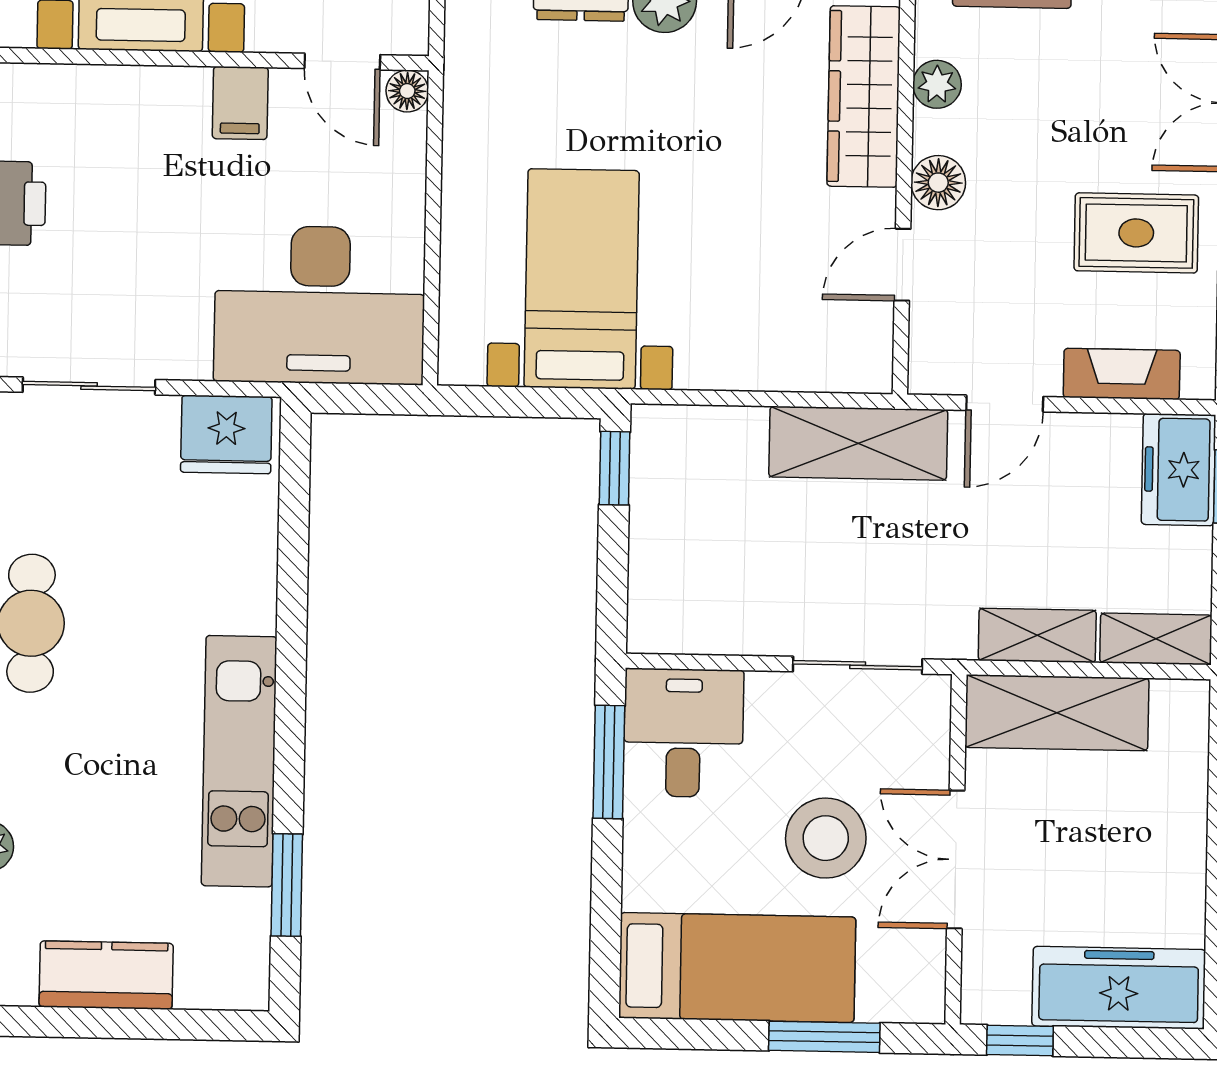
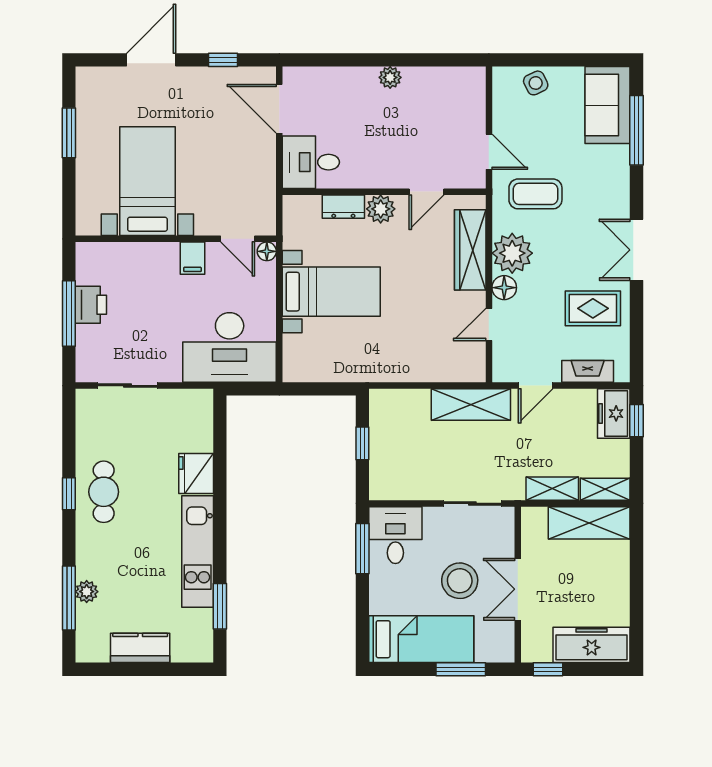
plant: (937, 84) -> (512, 253), width x1.88, depth x1.88
bed with nightstands: (582, 279) -> (331, 292), moved, turned 90
fridge: (226, 434) -> (196, 473), moved, turned 90
window: (615, 468) -> (362, 443), moved
shelving: (1057, 713) -> (589, 523), moved

